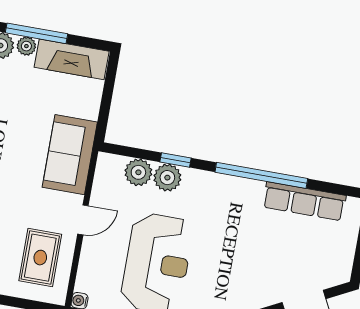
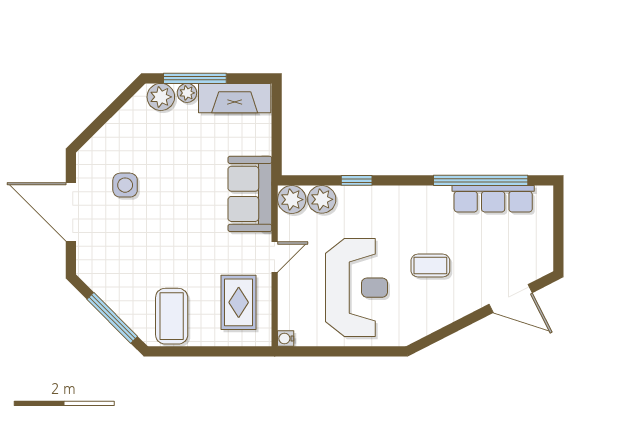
window: (261, 175) -> (481, 180), moved
plant: (167, 178) -> (292, 200), moved
coffee table: (232, 255) -> (430, 266), added

